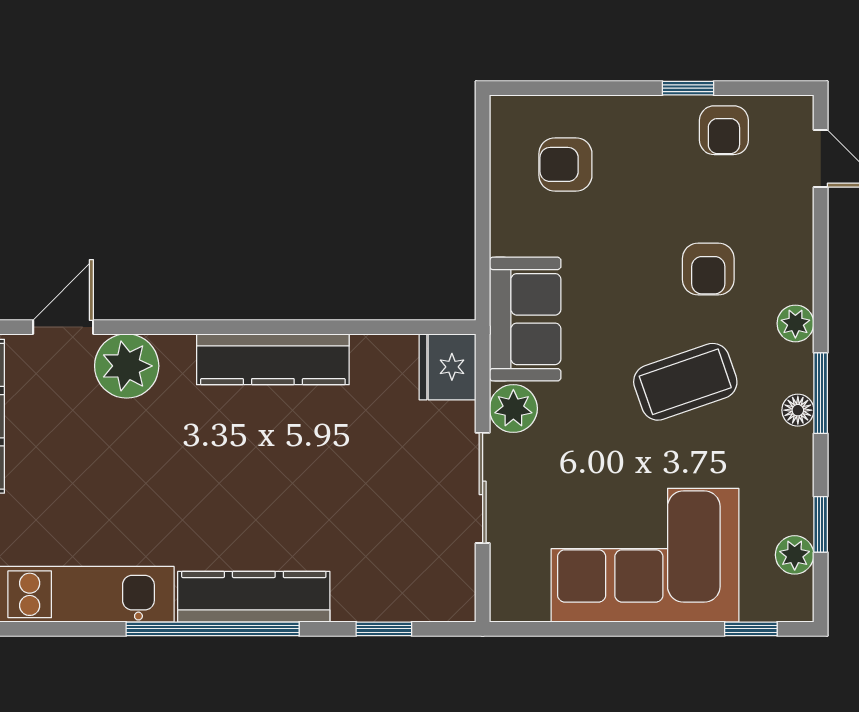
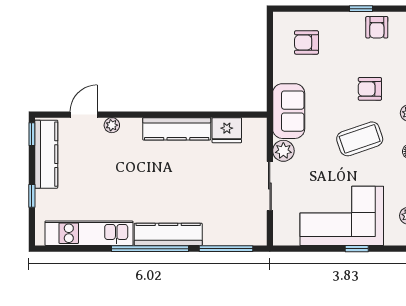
armchair: (708, 269) -> (370, 89), turned 90
plant: (127, 366) -> (112, 125), width x0.53, depth x0.53
fridge: (447, 367) -> (227, 130), moved, turned -90
window: (384, 629) -> (226, 249), width x2.17
window: (751, 629) -> (357, 249), moved

